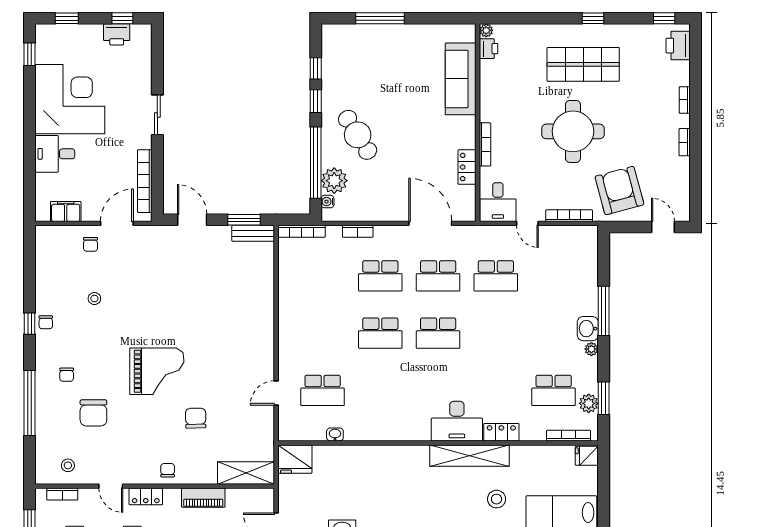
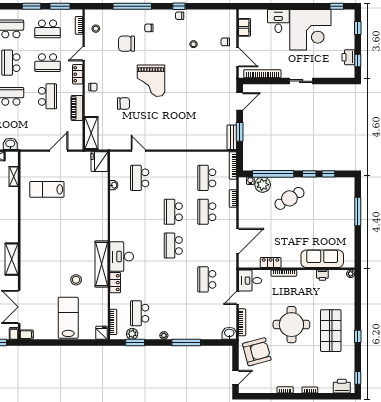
printer: (489, 49) -> (322, 275), moved
school desk: (438, 276) -> (207, 178), moved
washbasin: (588, 329) -> (229, 333), moved

